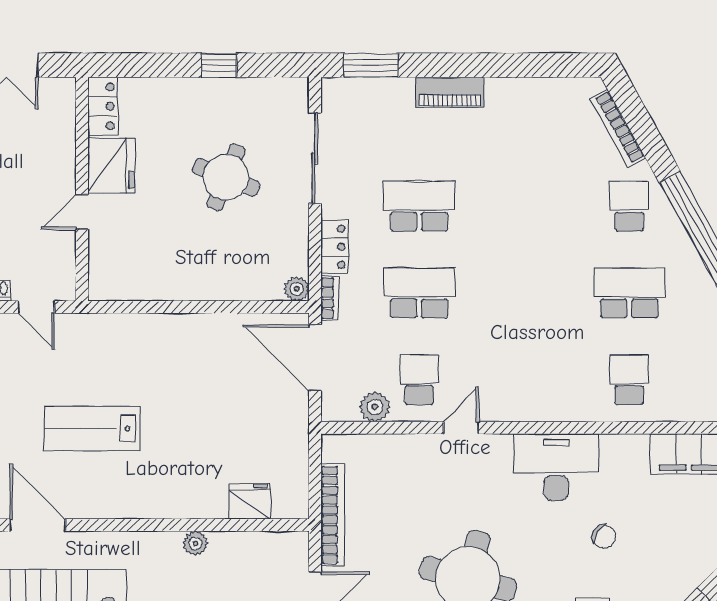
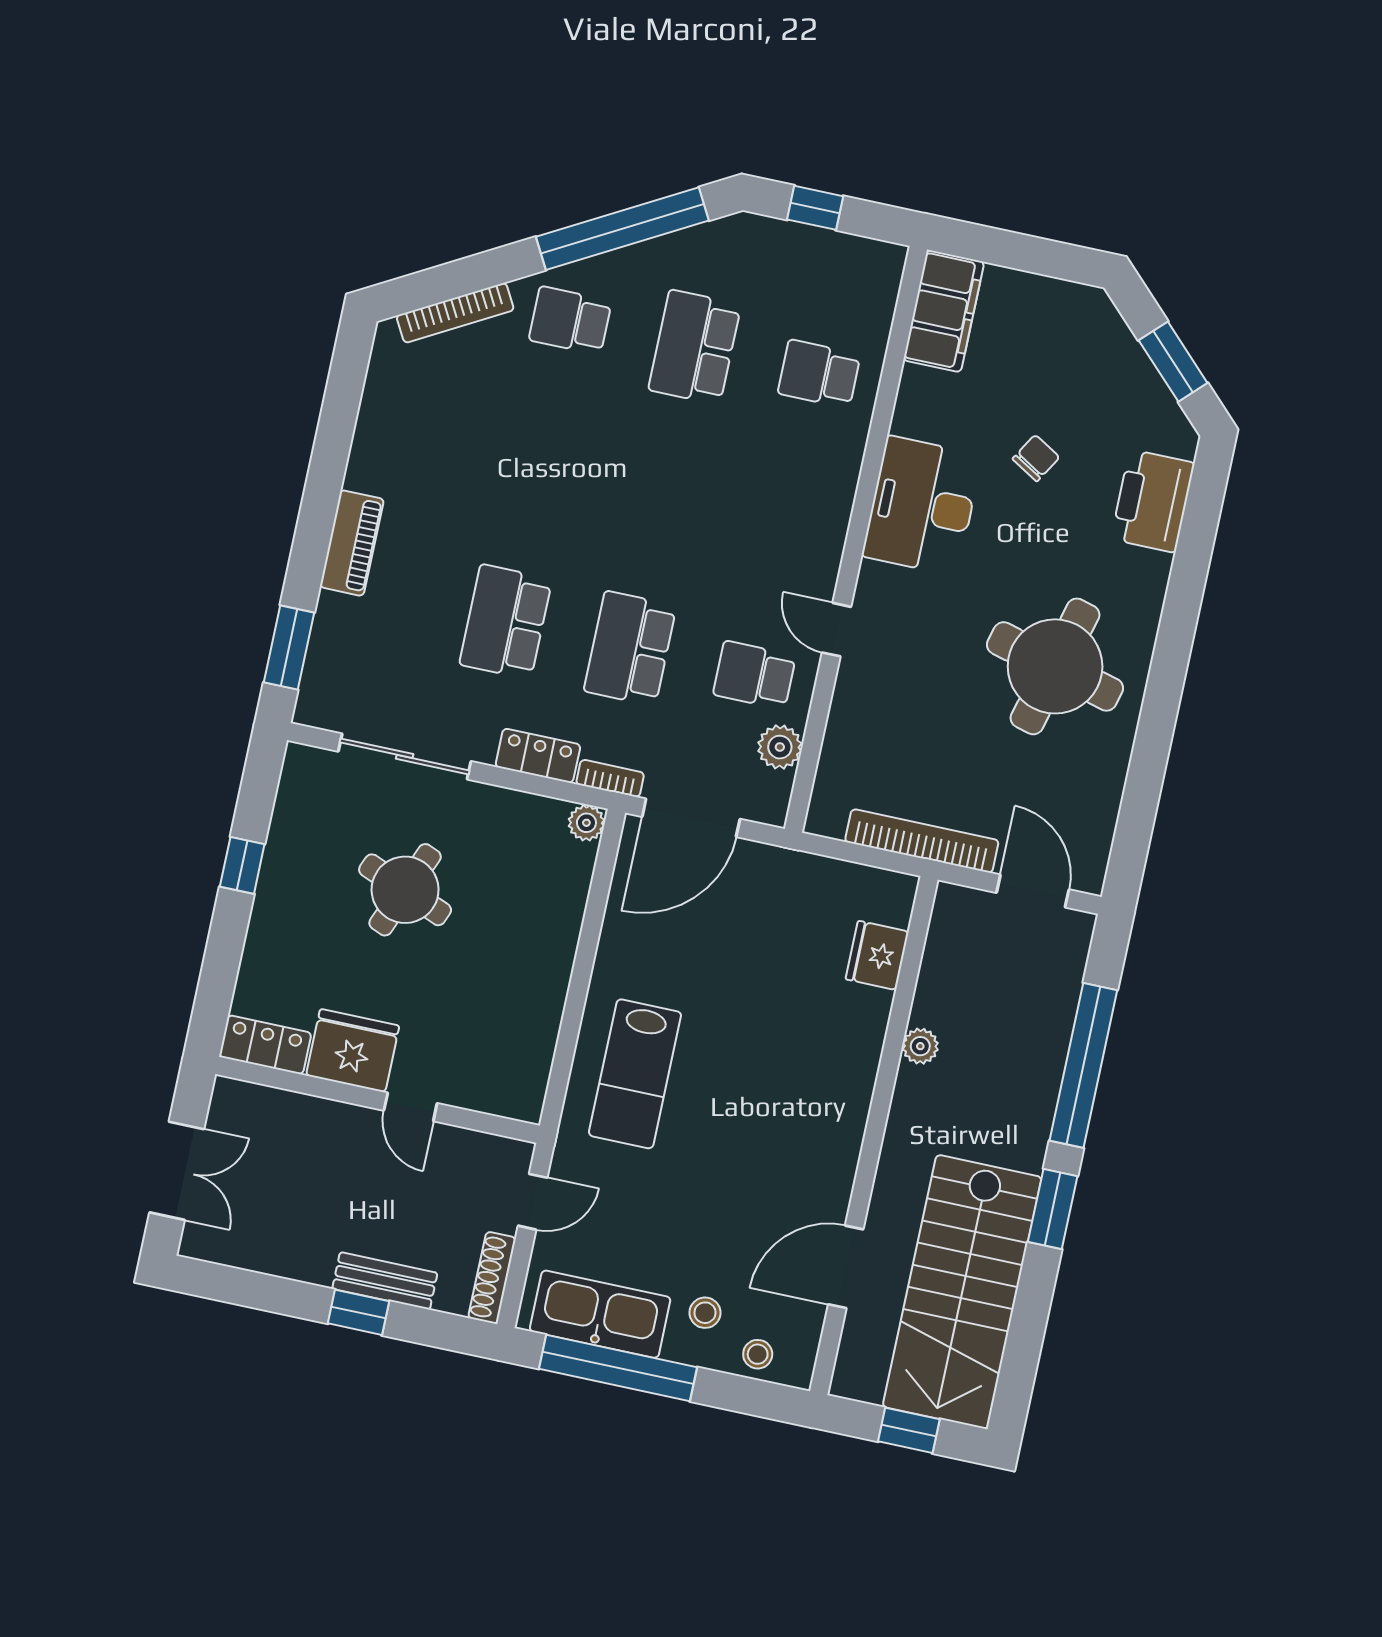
lab bench: (92, 429) -> (635, 1074), moved

